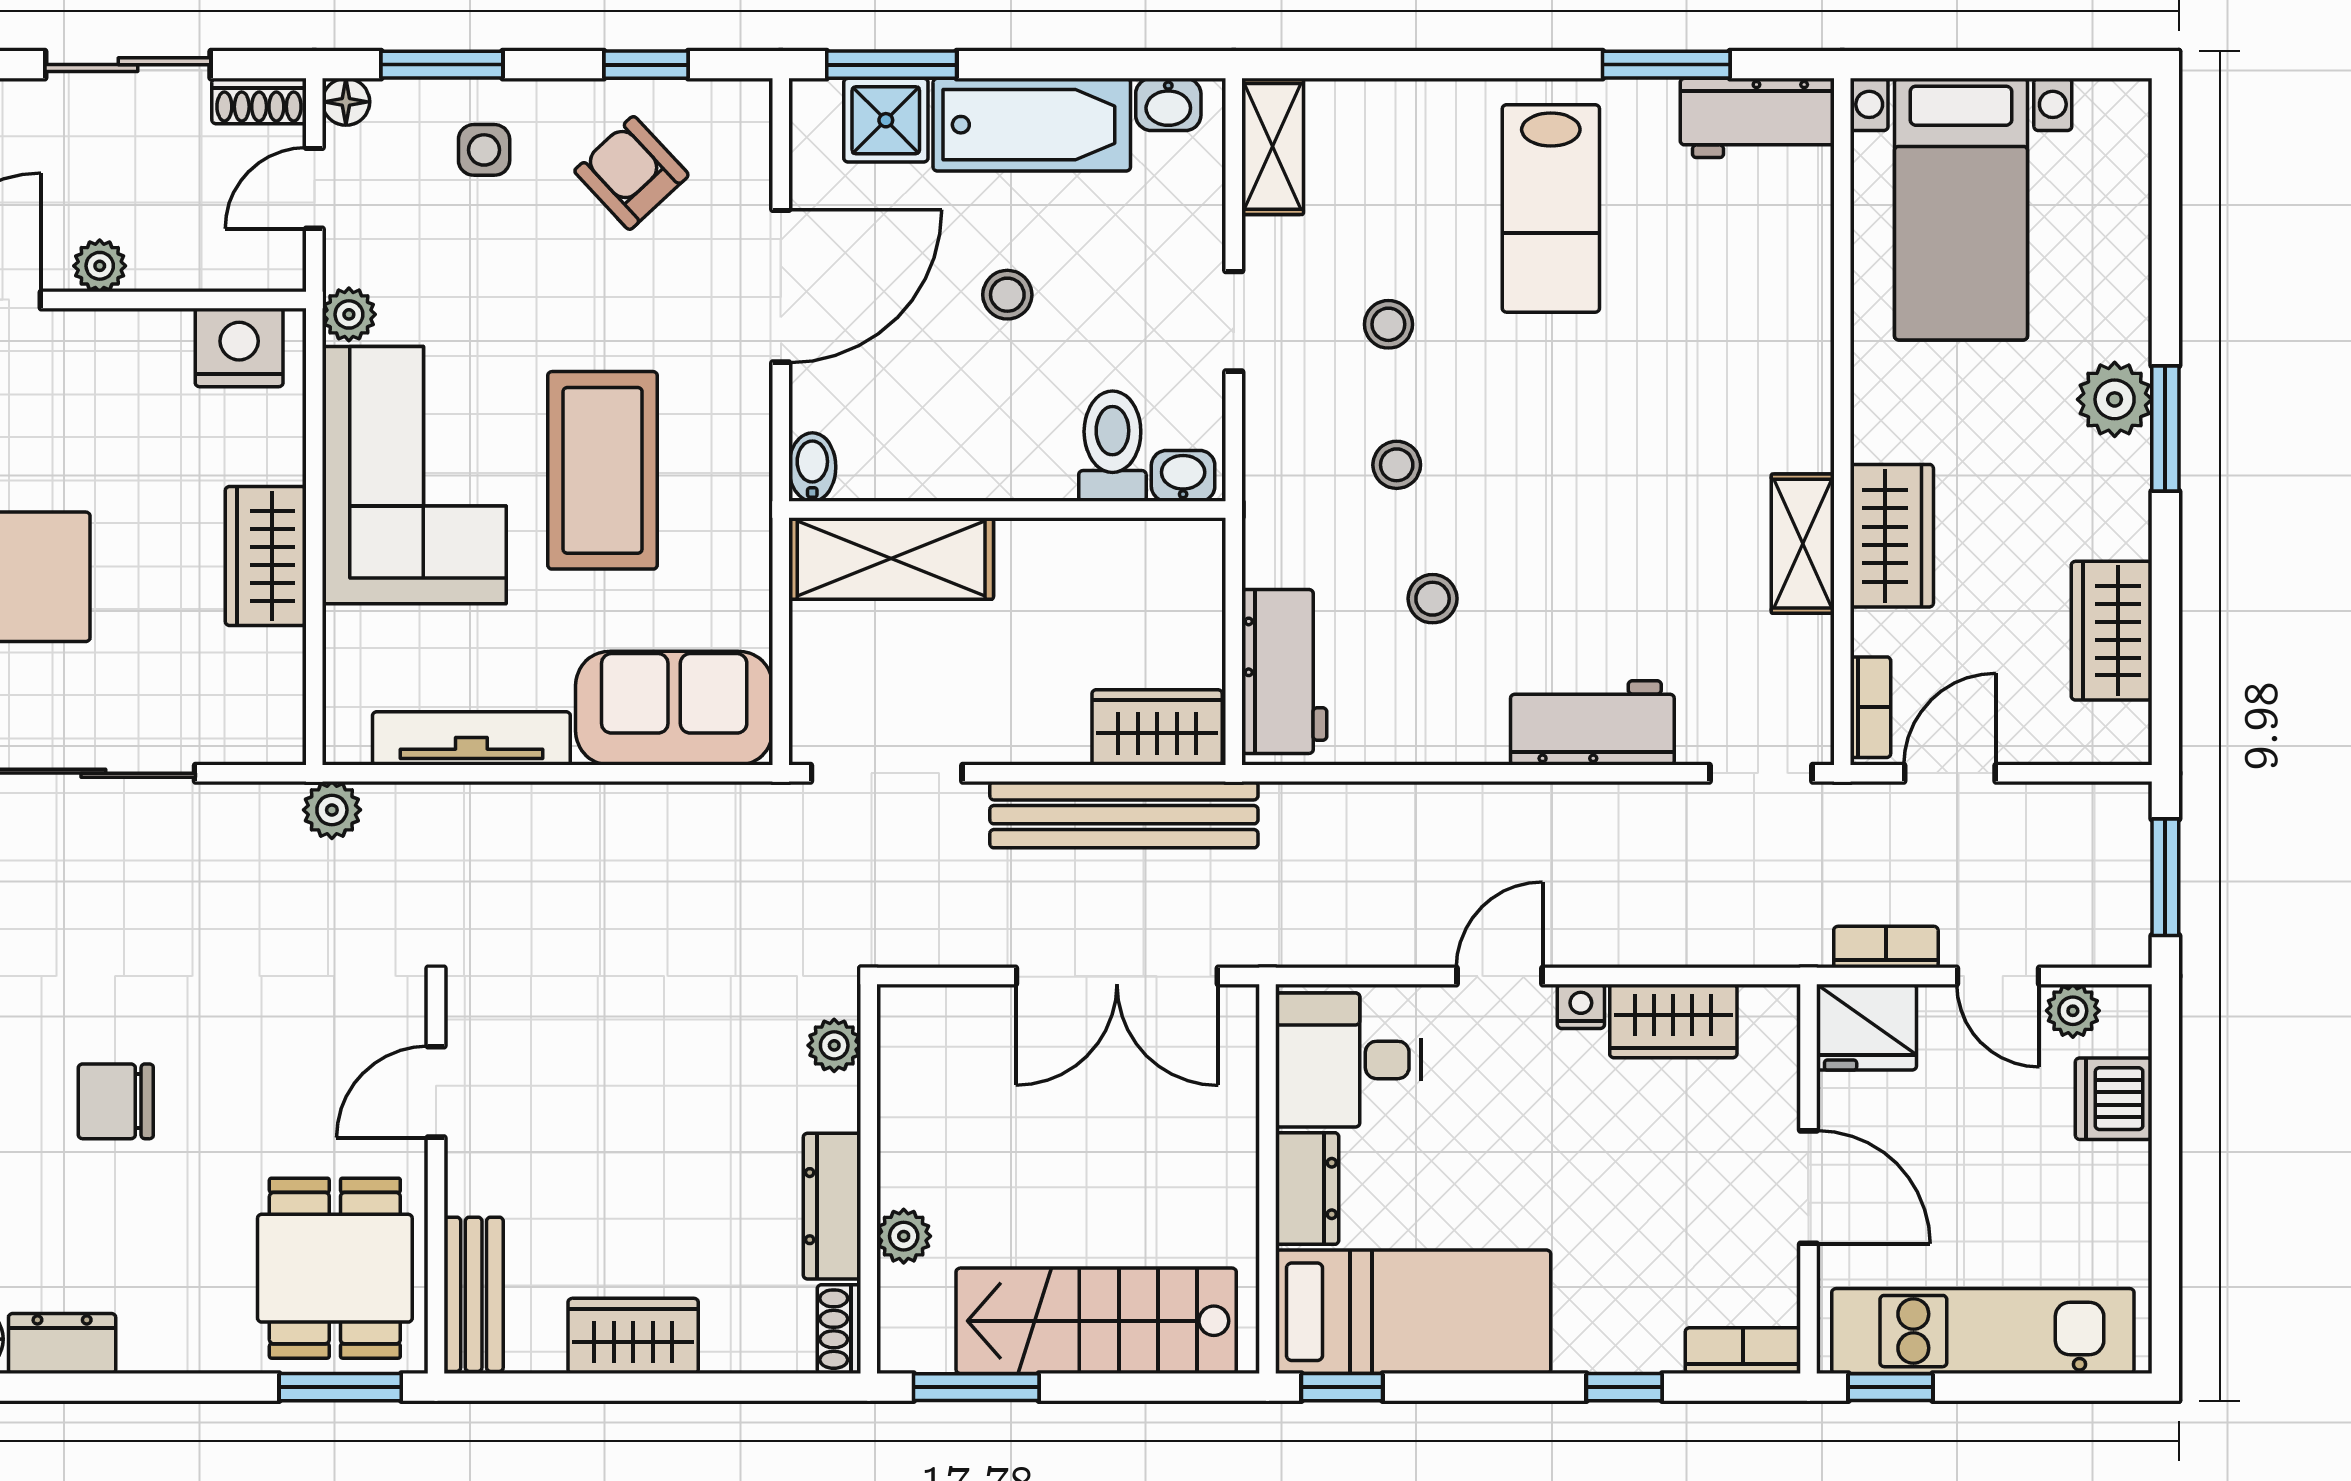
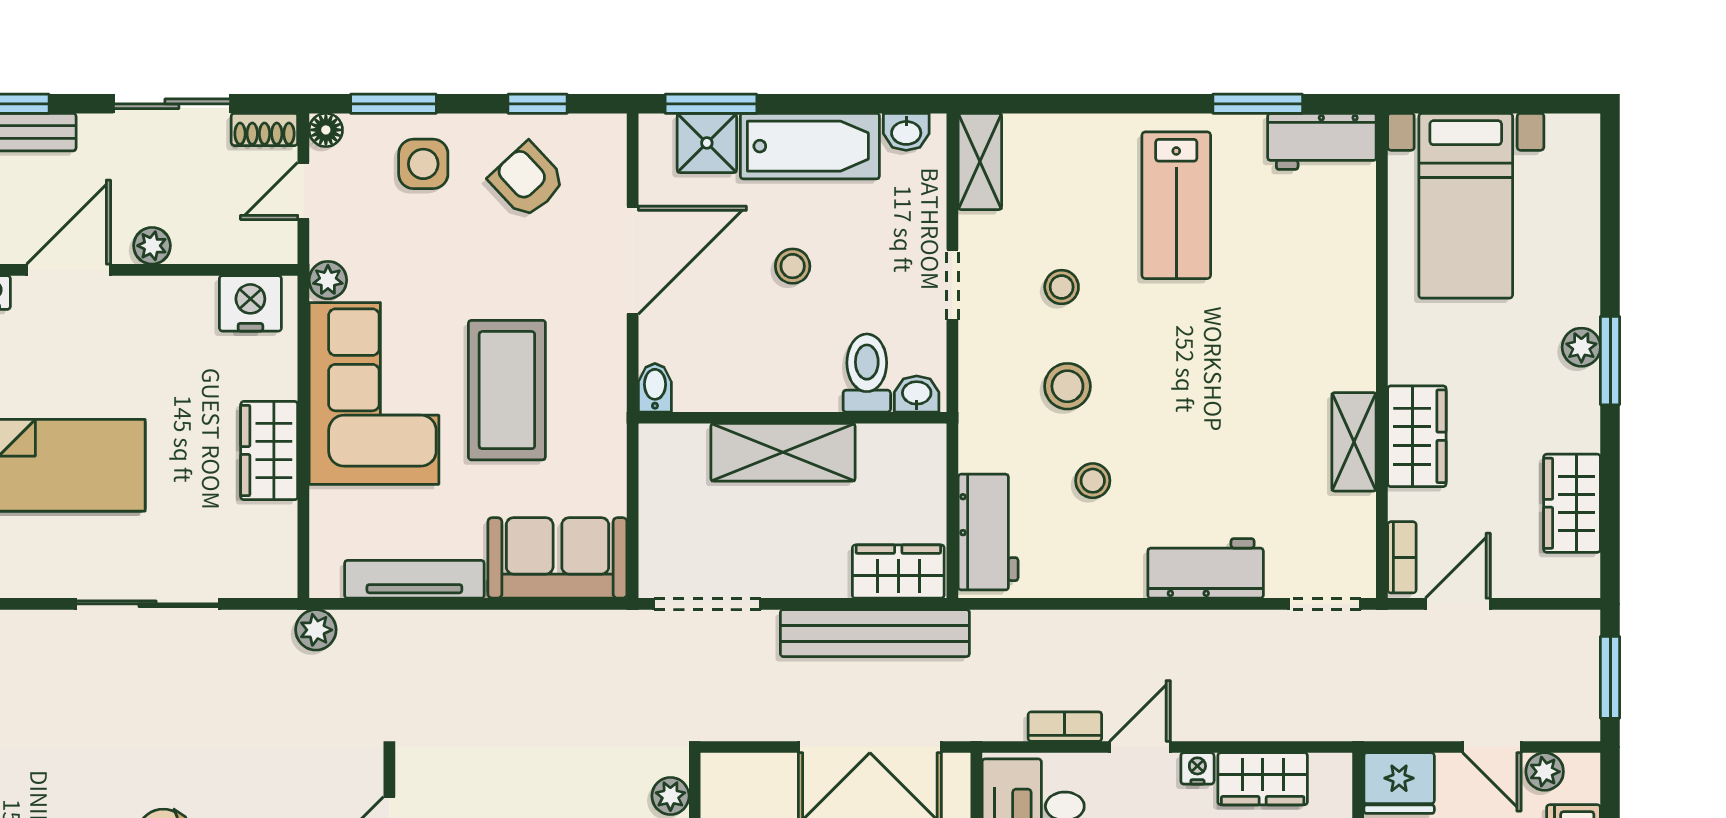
side table: (484, 150) -> (423, 164), width x1.37, depth x1.37
plant: (2115, 399) -> (1581, 347), width x0.73, depth x0.73
stool: (1397, 465) -> (1067, 386), width x1.37, depth x1.37
shelving: (891, 559) -> (783, 452), moved
bookcase: (1886, 947) -> (1065, 727), moved

